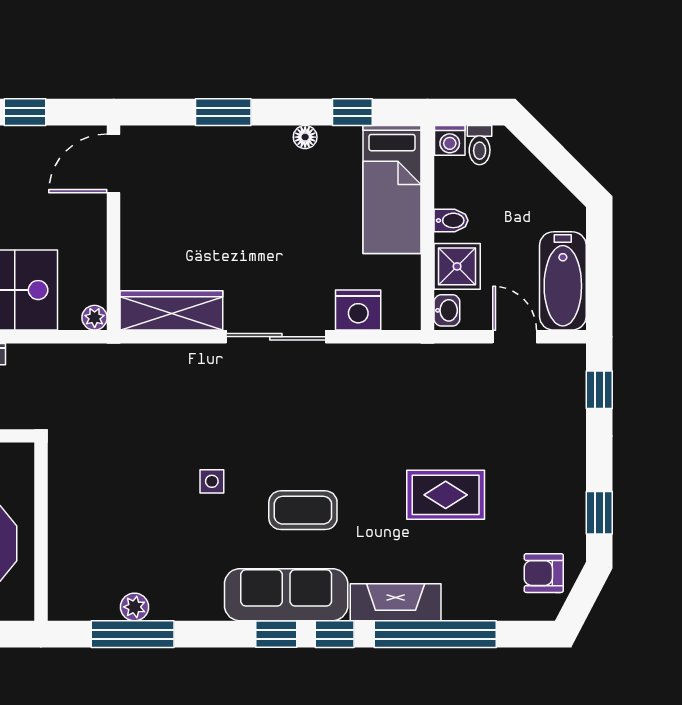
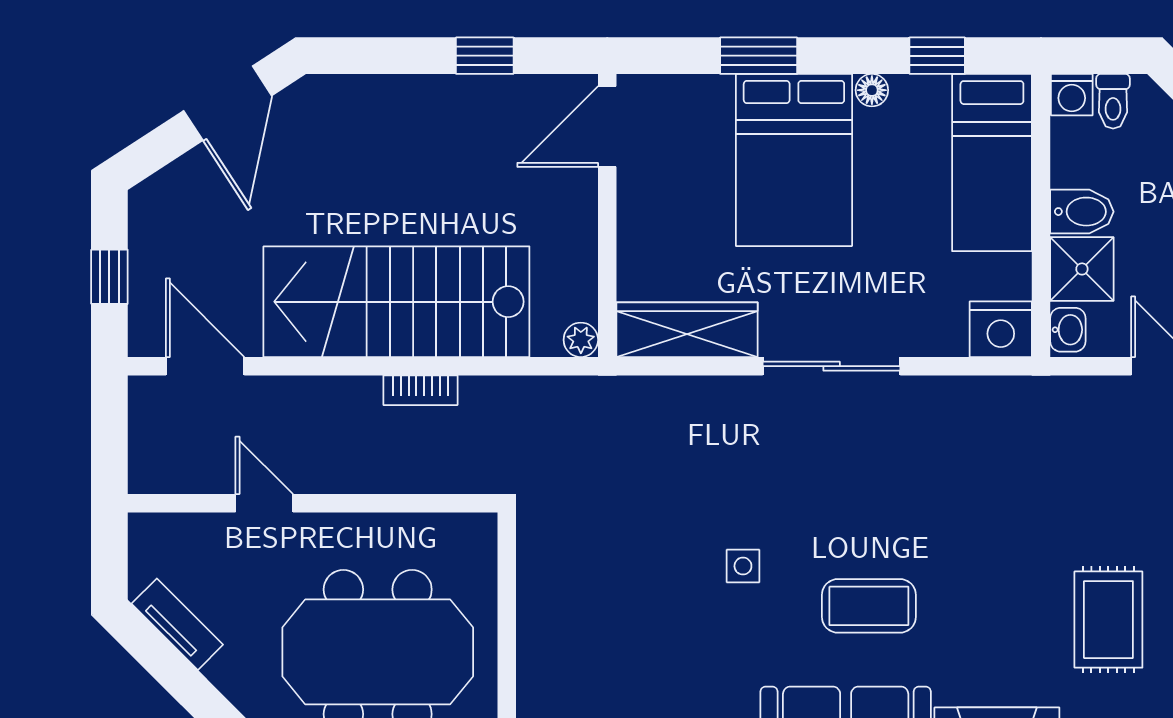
bed: (249, 188) -> (794, 160), added
bidet: (451, 220) -> (1082, 212), width x1.38, depth x1.36
nightstand: (358, 310) -> (1001, 329), moved
rug: (446, 495) -> (1108, 620), moved, turned 90

